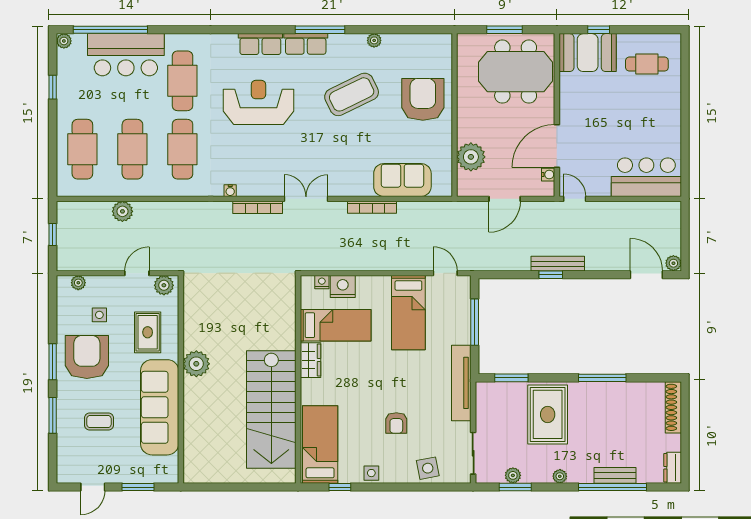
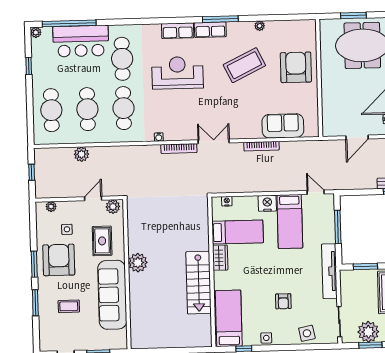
plant: (471, 157) -> (332, 108), removed
nightstand: (343, 287) -> (267, 203), moved
stairs: (271, 409) -> (199, 283), width x0.73, depth x0.66
plant: (513, 475) -> (368, 332), width x1.87, depth x1.87

